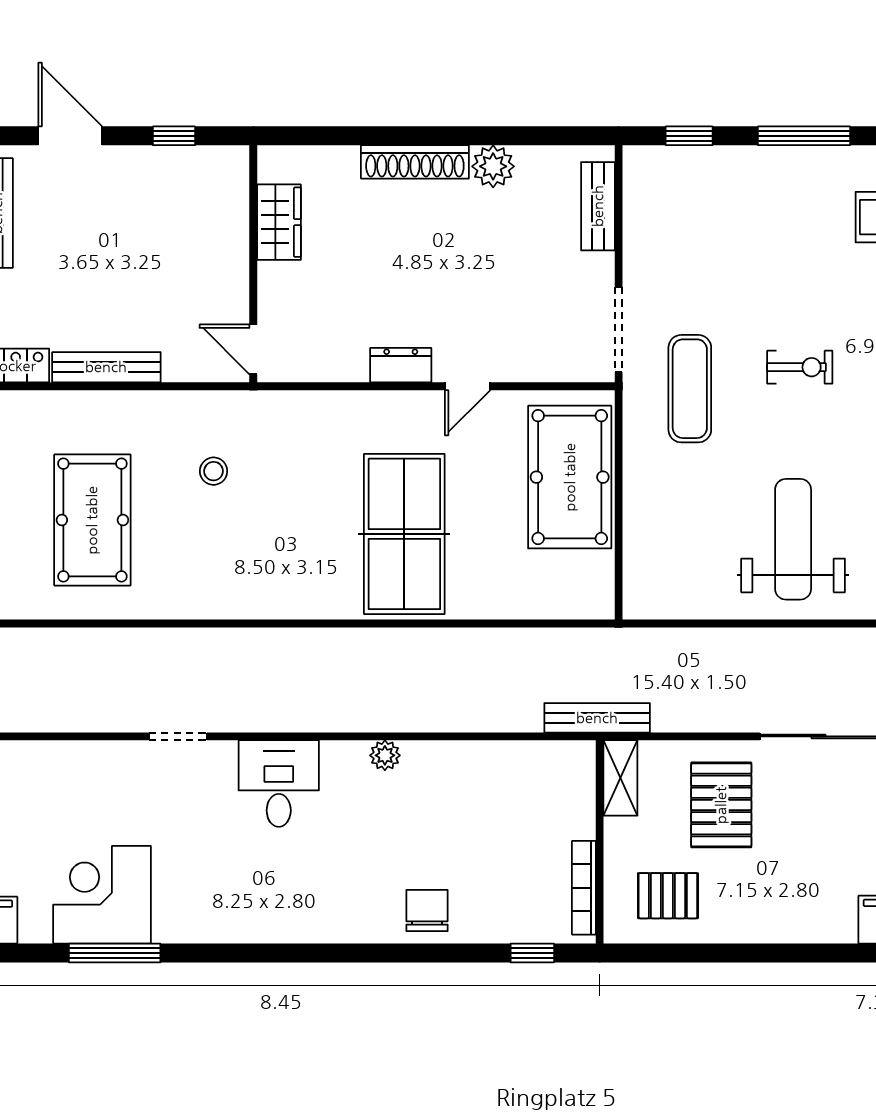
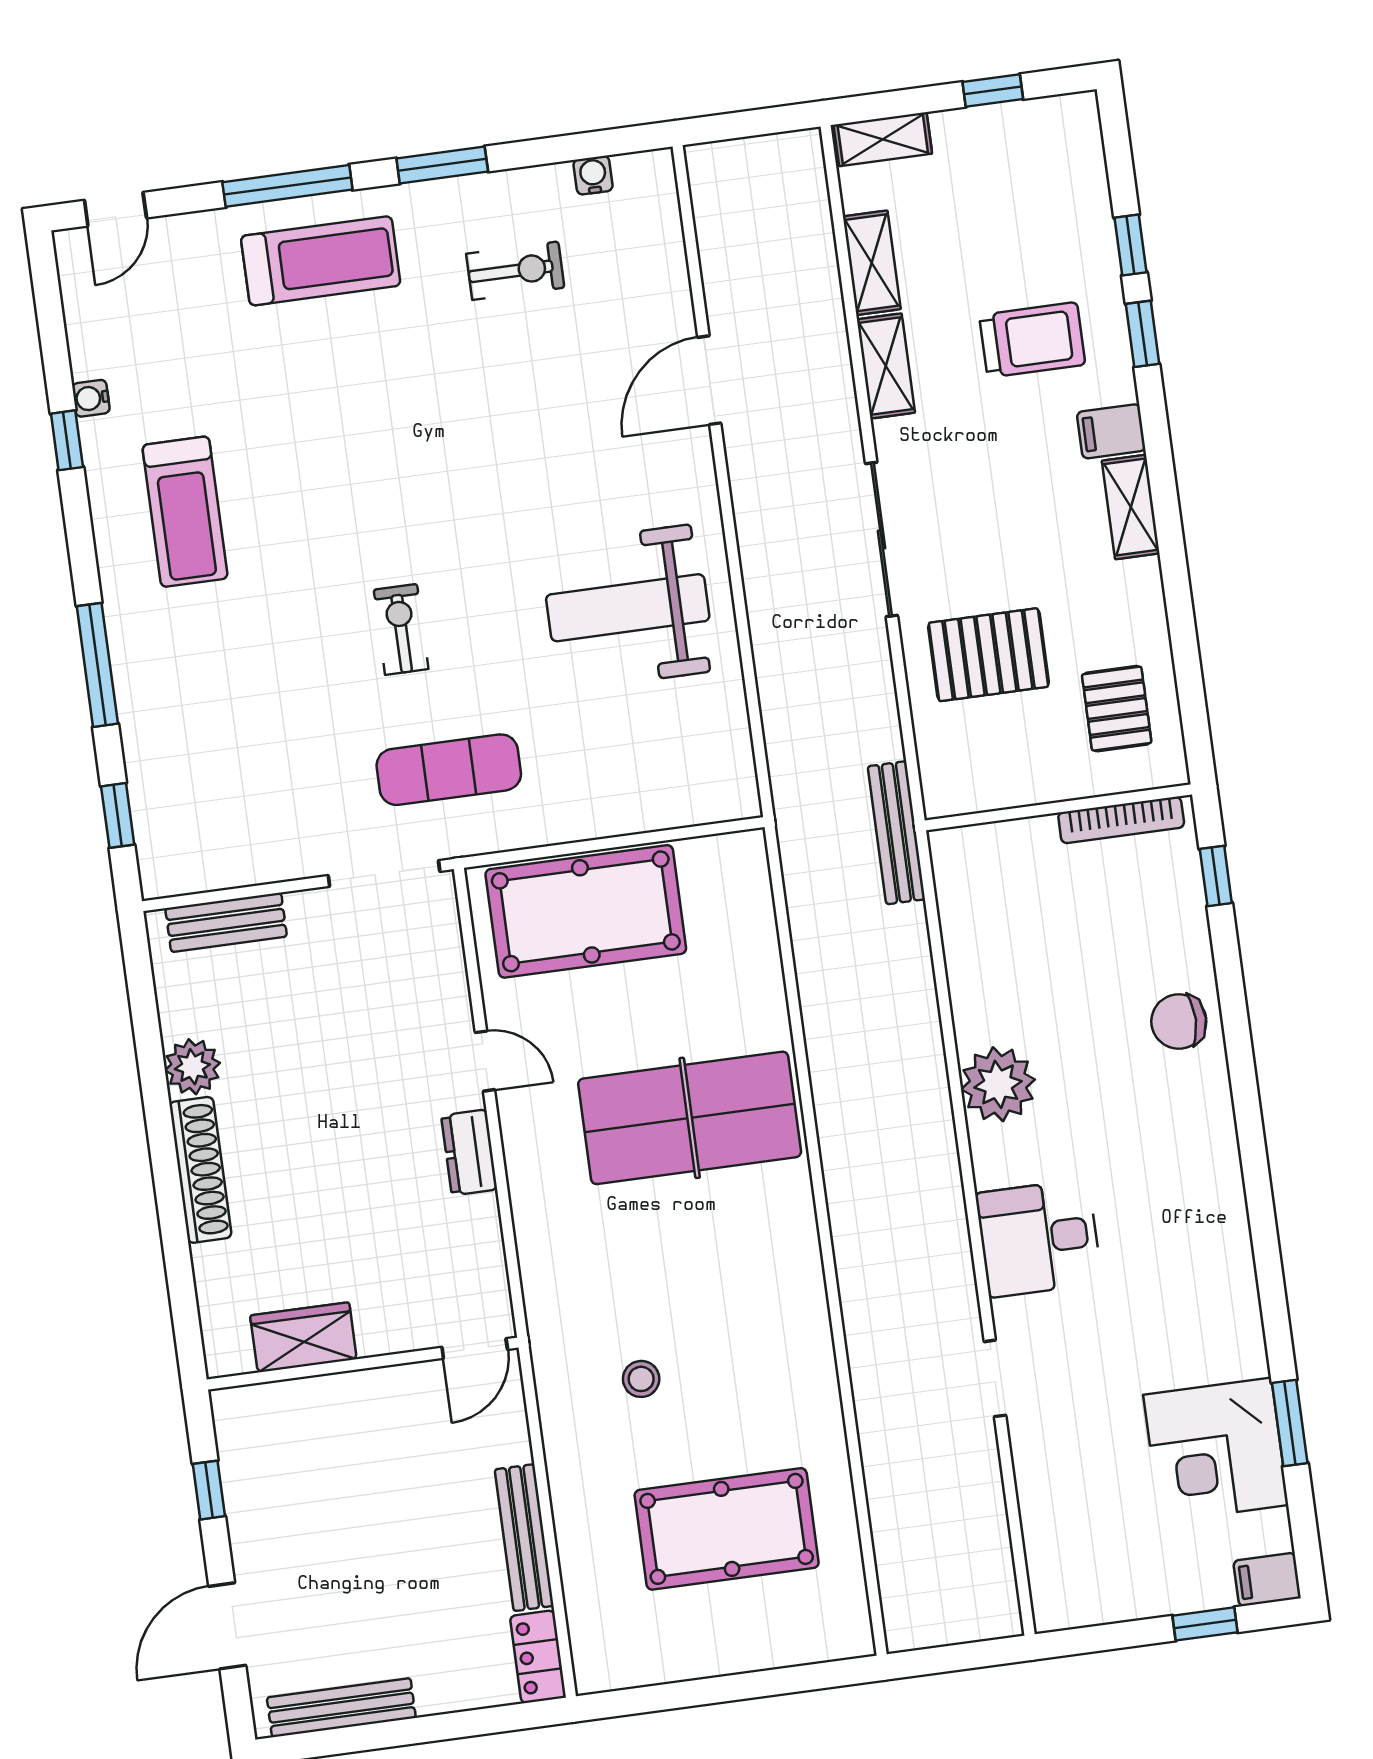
plant: (385, 755) -> (998, 1084), width x1.87, depth x1.87
shelving: (620, 778) -> (1131, 507), moved, turned 90
window: (115, 953) -> (1290, 1423), width x0.69

